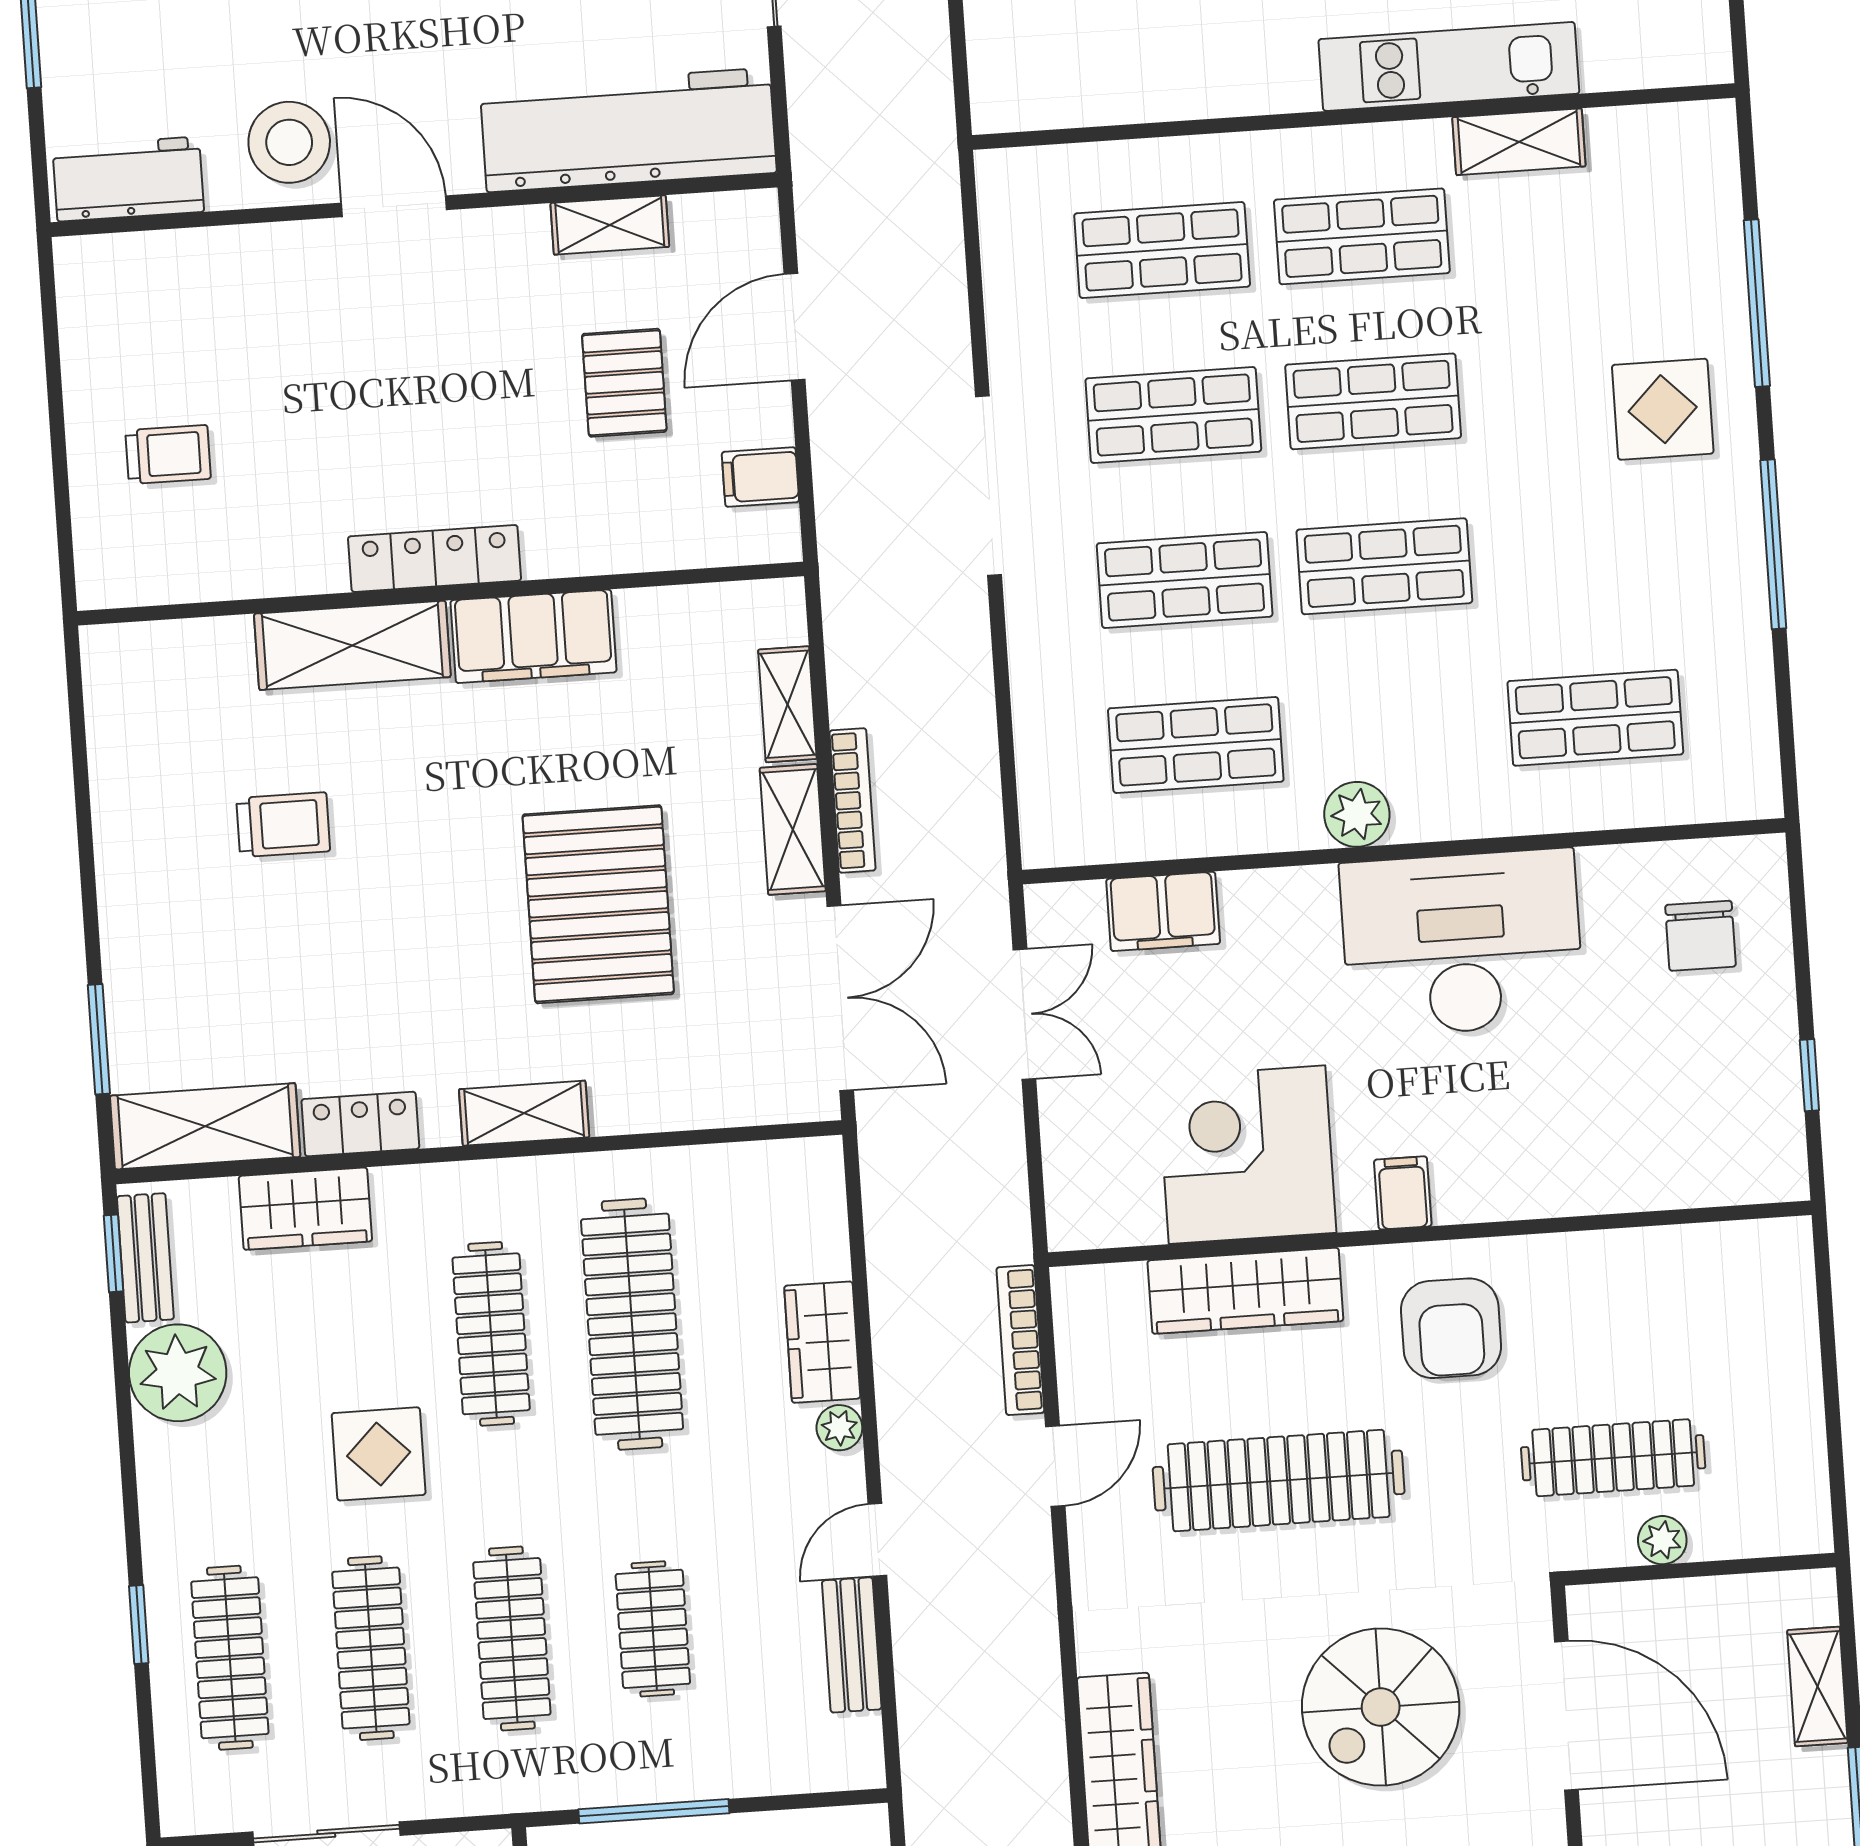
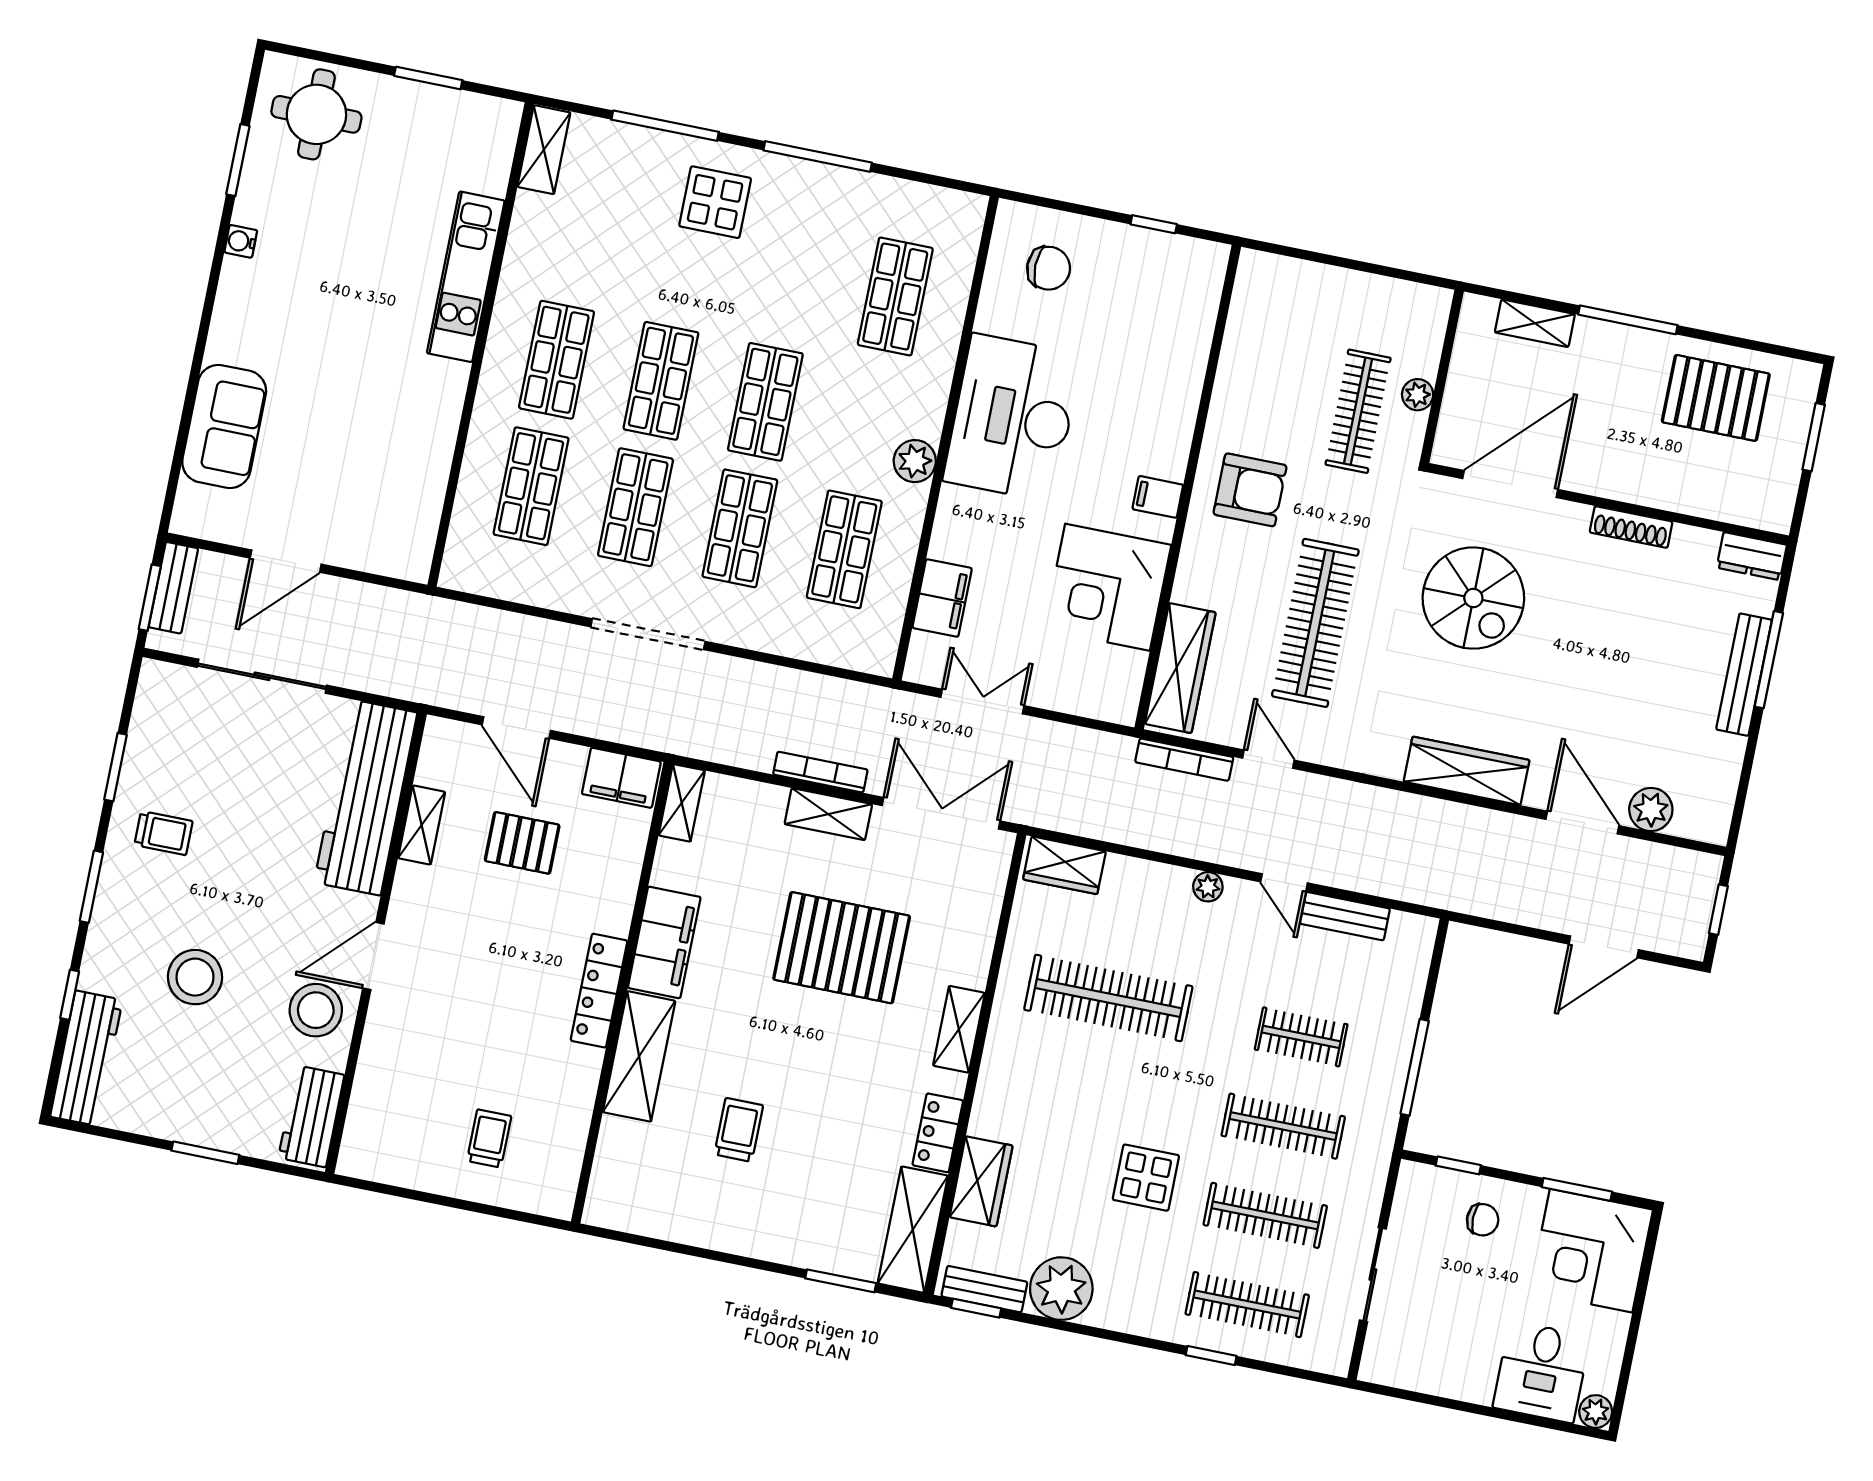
shelving: (1519, 142) -> (544, 150), moved
filing cabinet: (760, 477) -> (621, 778), width x2.00
shelving: (787, 704) -> (682, 803), moved, turned 90
wardrobe: (1245, 1291) -> (1180, 668), moved
clothes rail: (491, 1334) -> (1090, 1087), removed
wardrobe: (822, 1342) -> (1064, 865), moved

